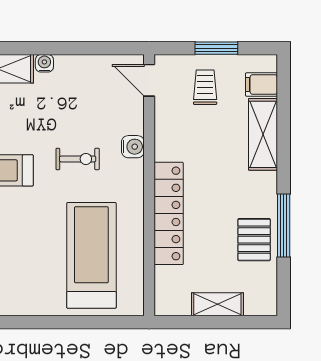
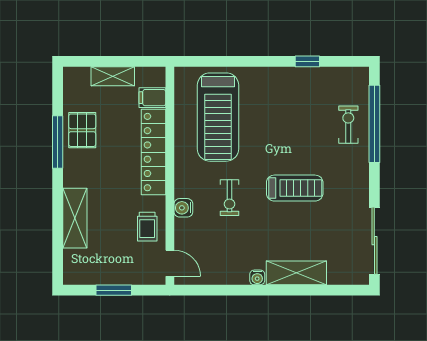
filing cabinet: (262, 85) -> (152, 98), moved, turned 180
trolley: (205, 87) -> (147, 227), moved
exercise bike: (78, 159) -> (229, 198), turned -90

